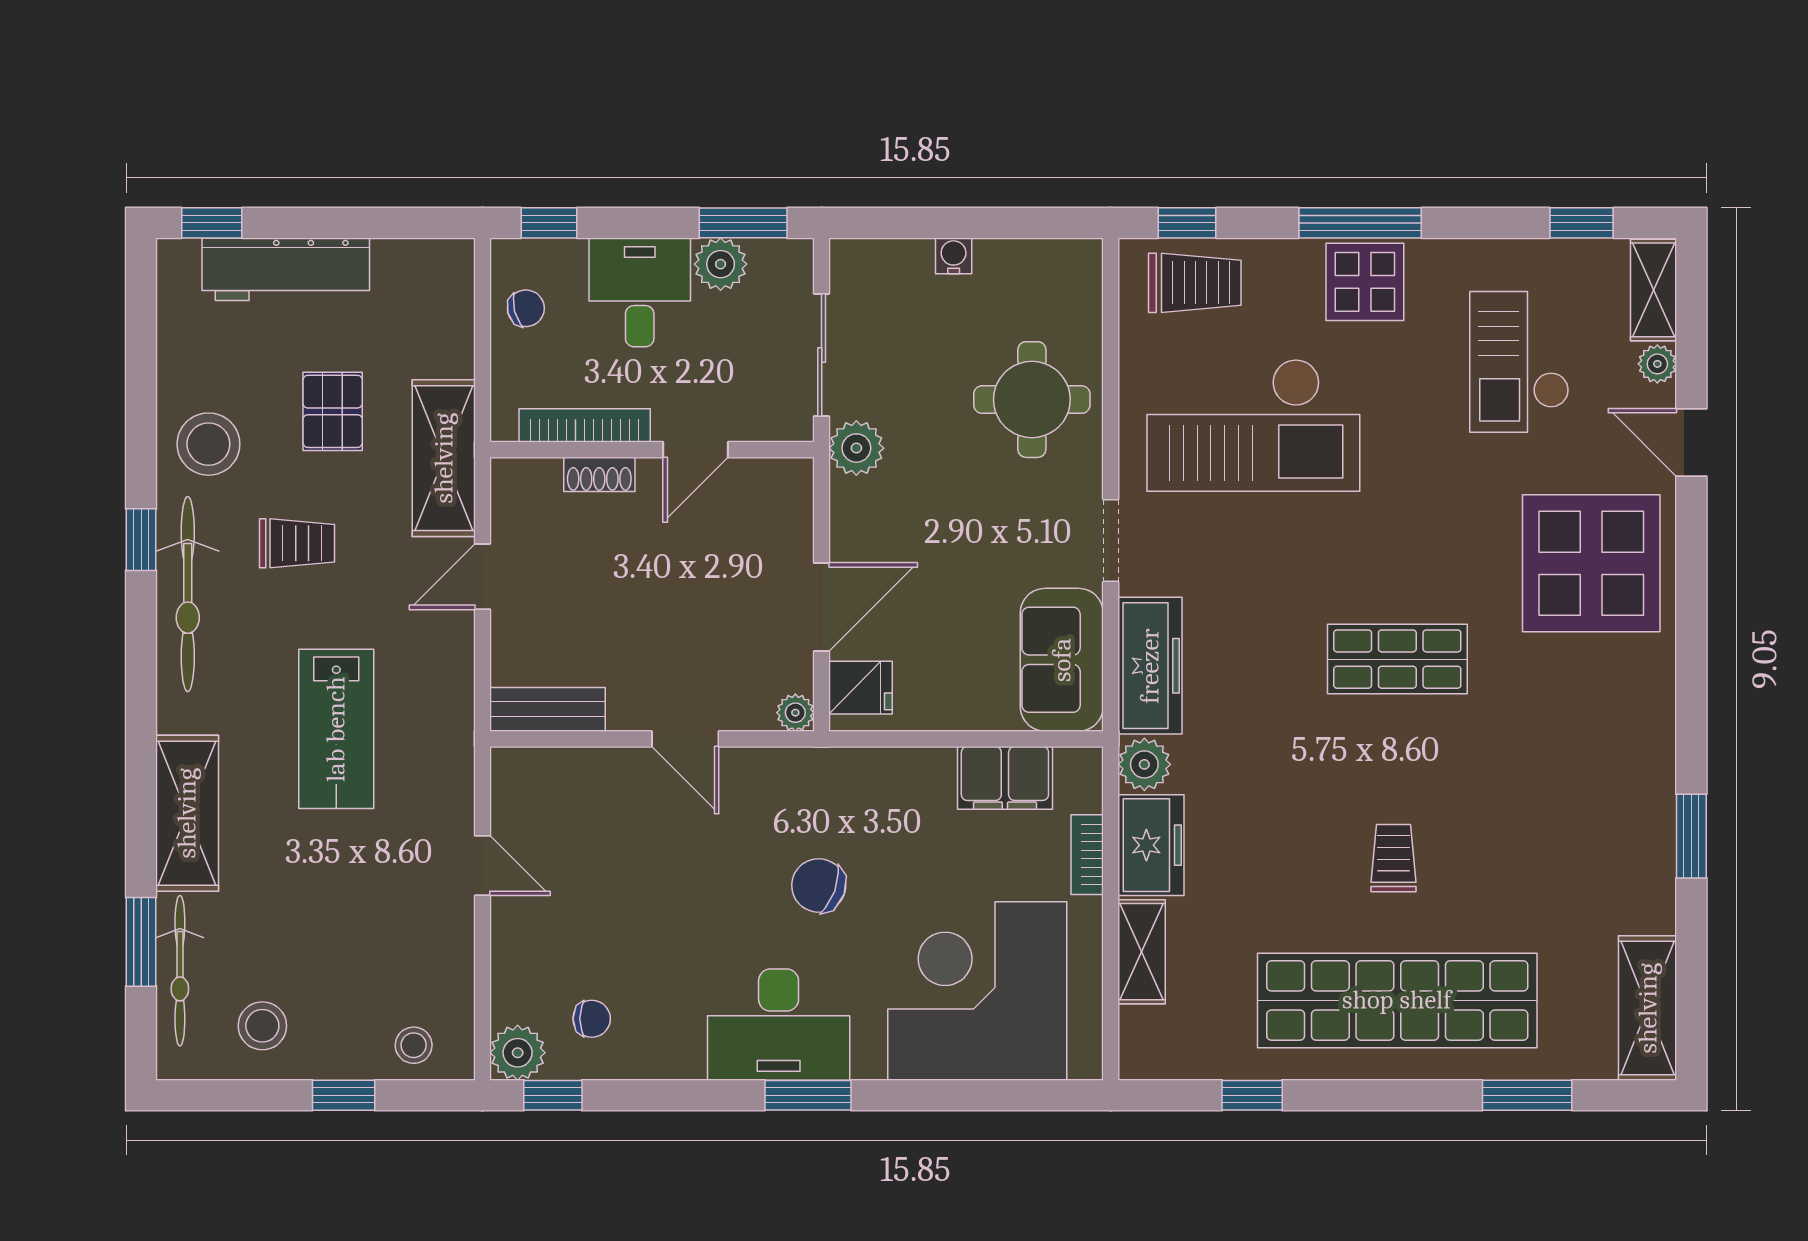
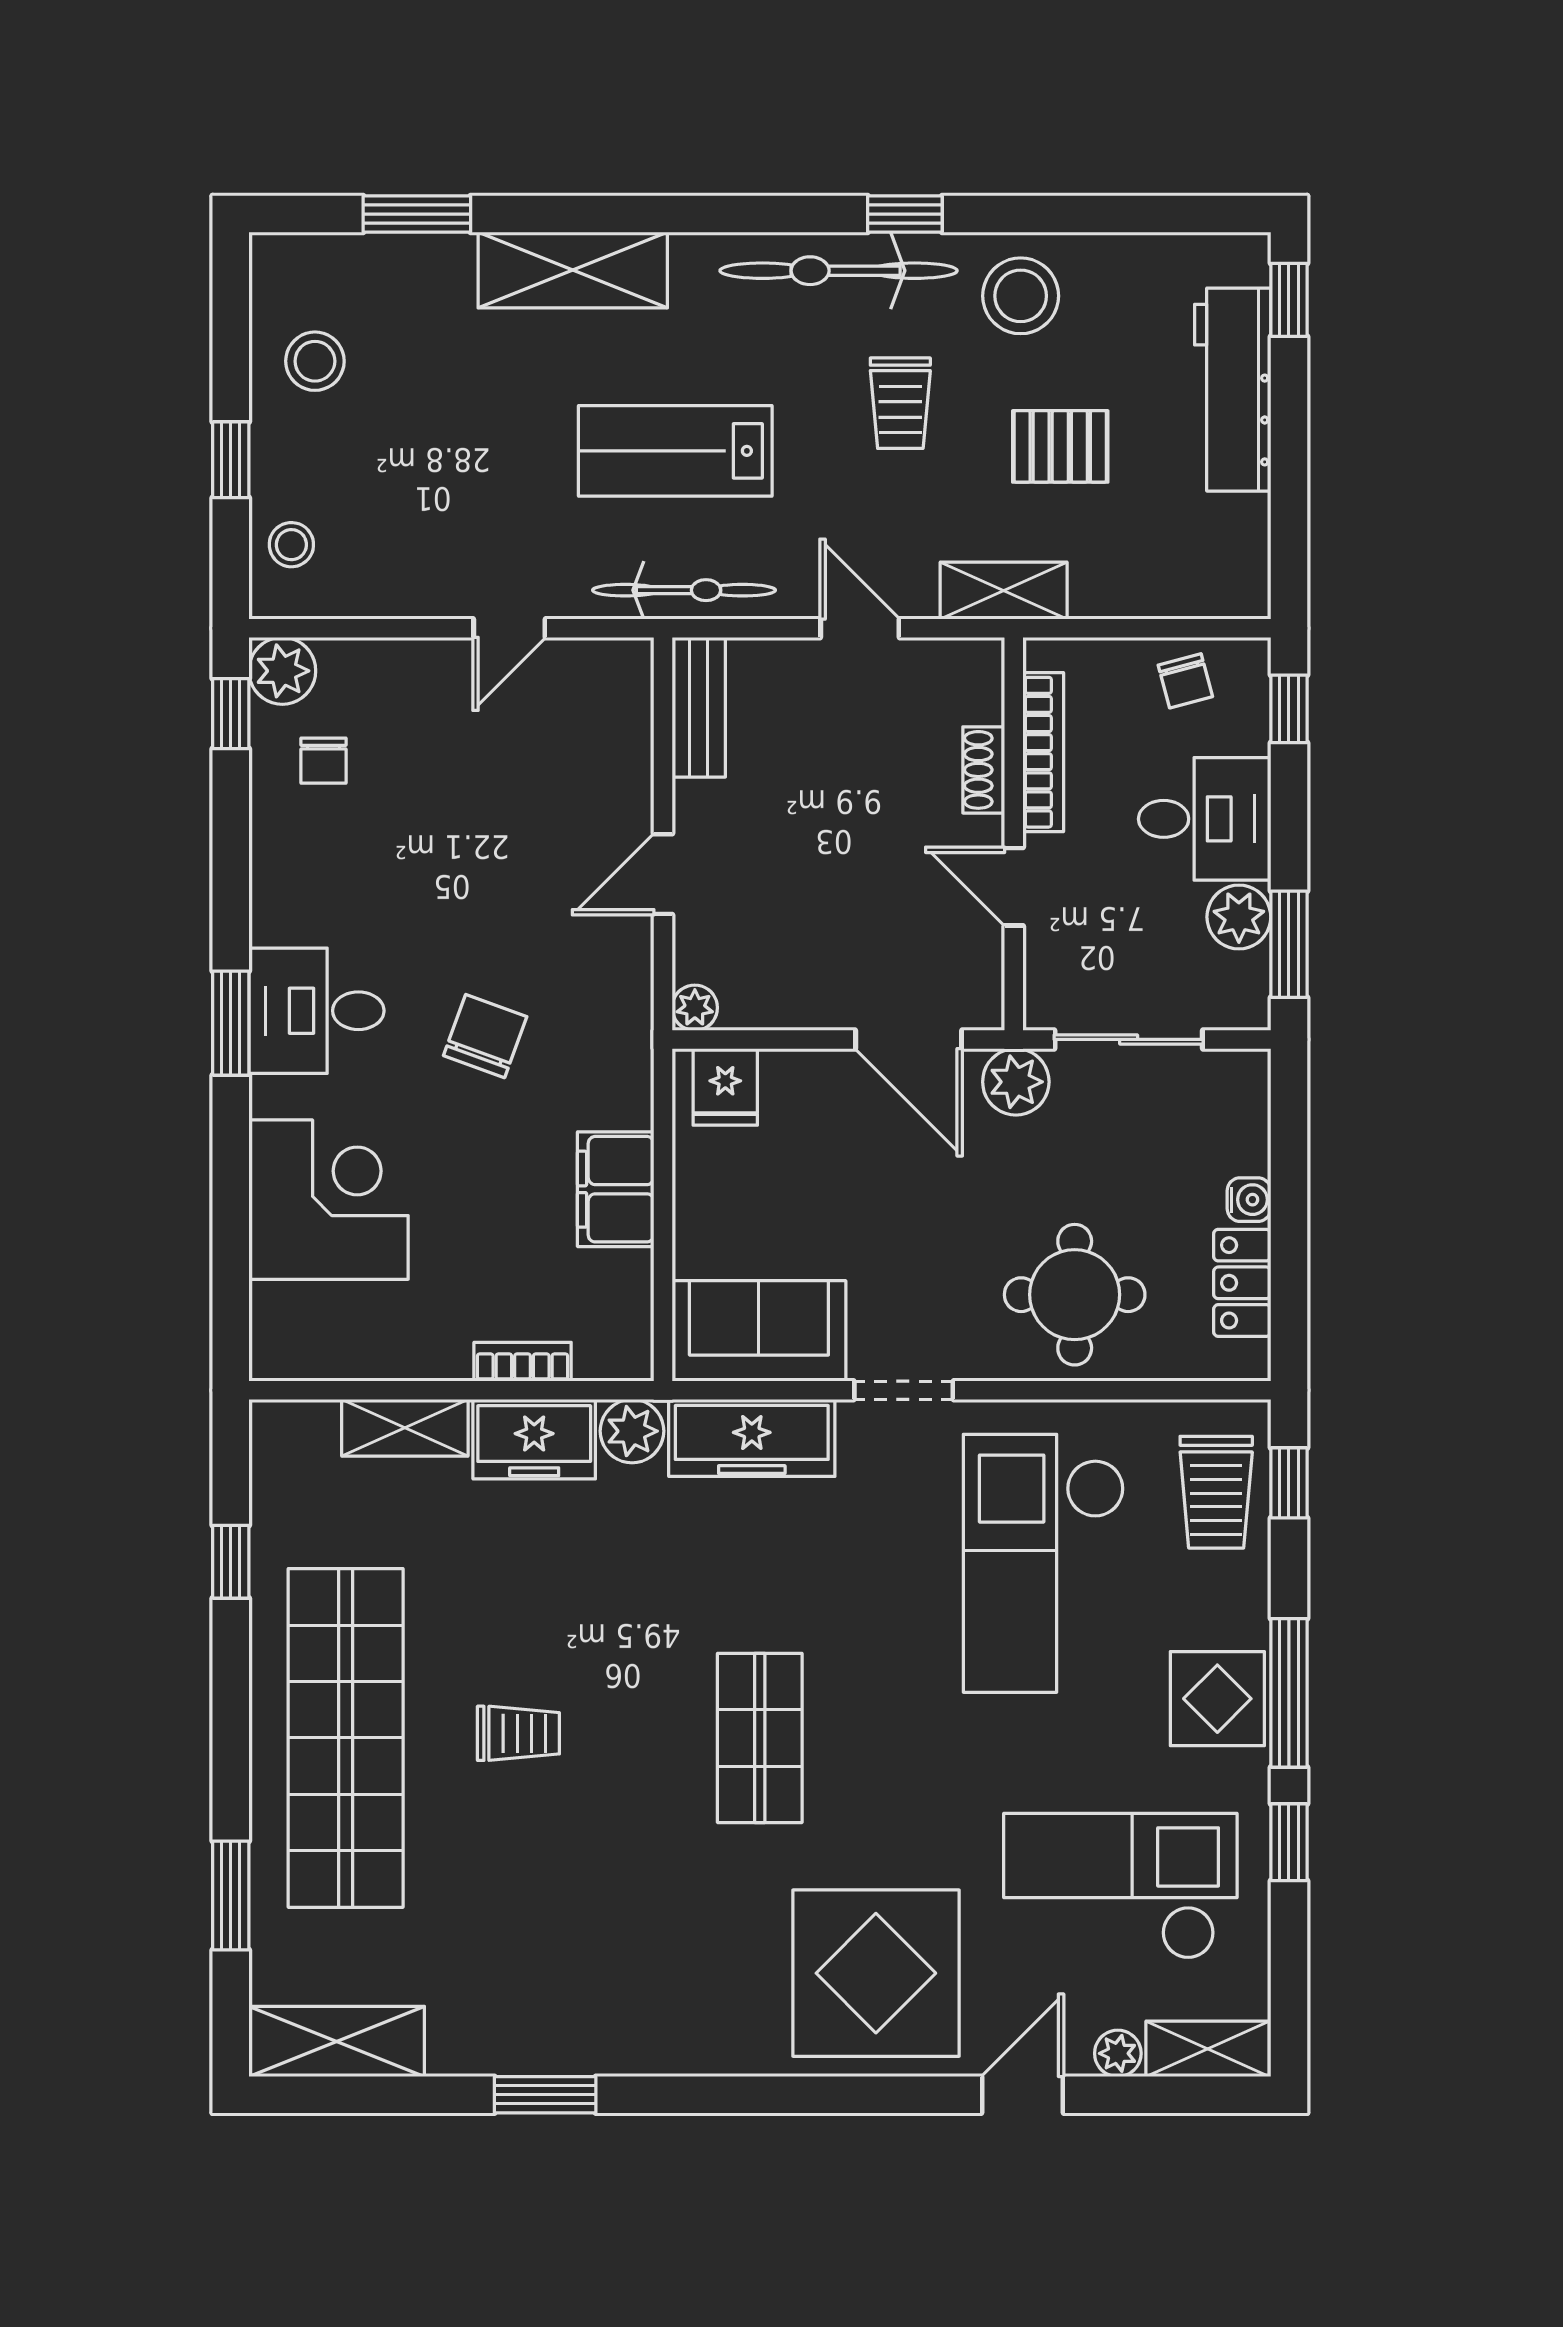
window: (1582, 223) -> (1289, 1842), moved
locker: (1022, 261) -> (1242, 1283), added
checkout: (1519, 362) -> (1120, 1886), width x1.36, depth x1.21
shelving: (444, 458) -> (1004, 591), width x0.67, depth x0.75
door: (822, 607) -> (909, 1039), moved
filing cabinet: (1005, 778) -> (616, 1189), moved
bicycle: (180, 971) -> (684, 590), moved, turned 180
corner desk: (977, 991) -> (328, 1200), width x0.74, depth x0.74
desk: (779, 1025) -> (316, 1011), width x0.73

